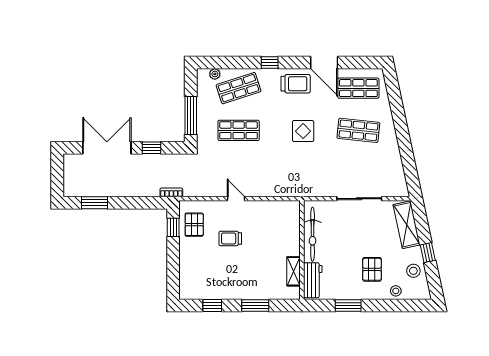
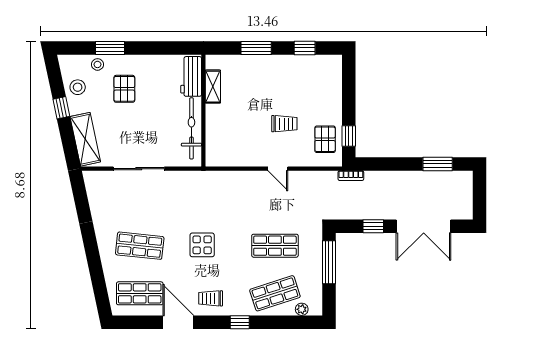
trolley: (296, 84) -> (211, 298), width x0.73, depth x0.72
window: (348, 306) -> (110, 48), moved

